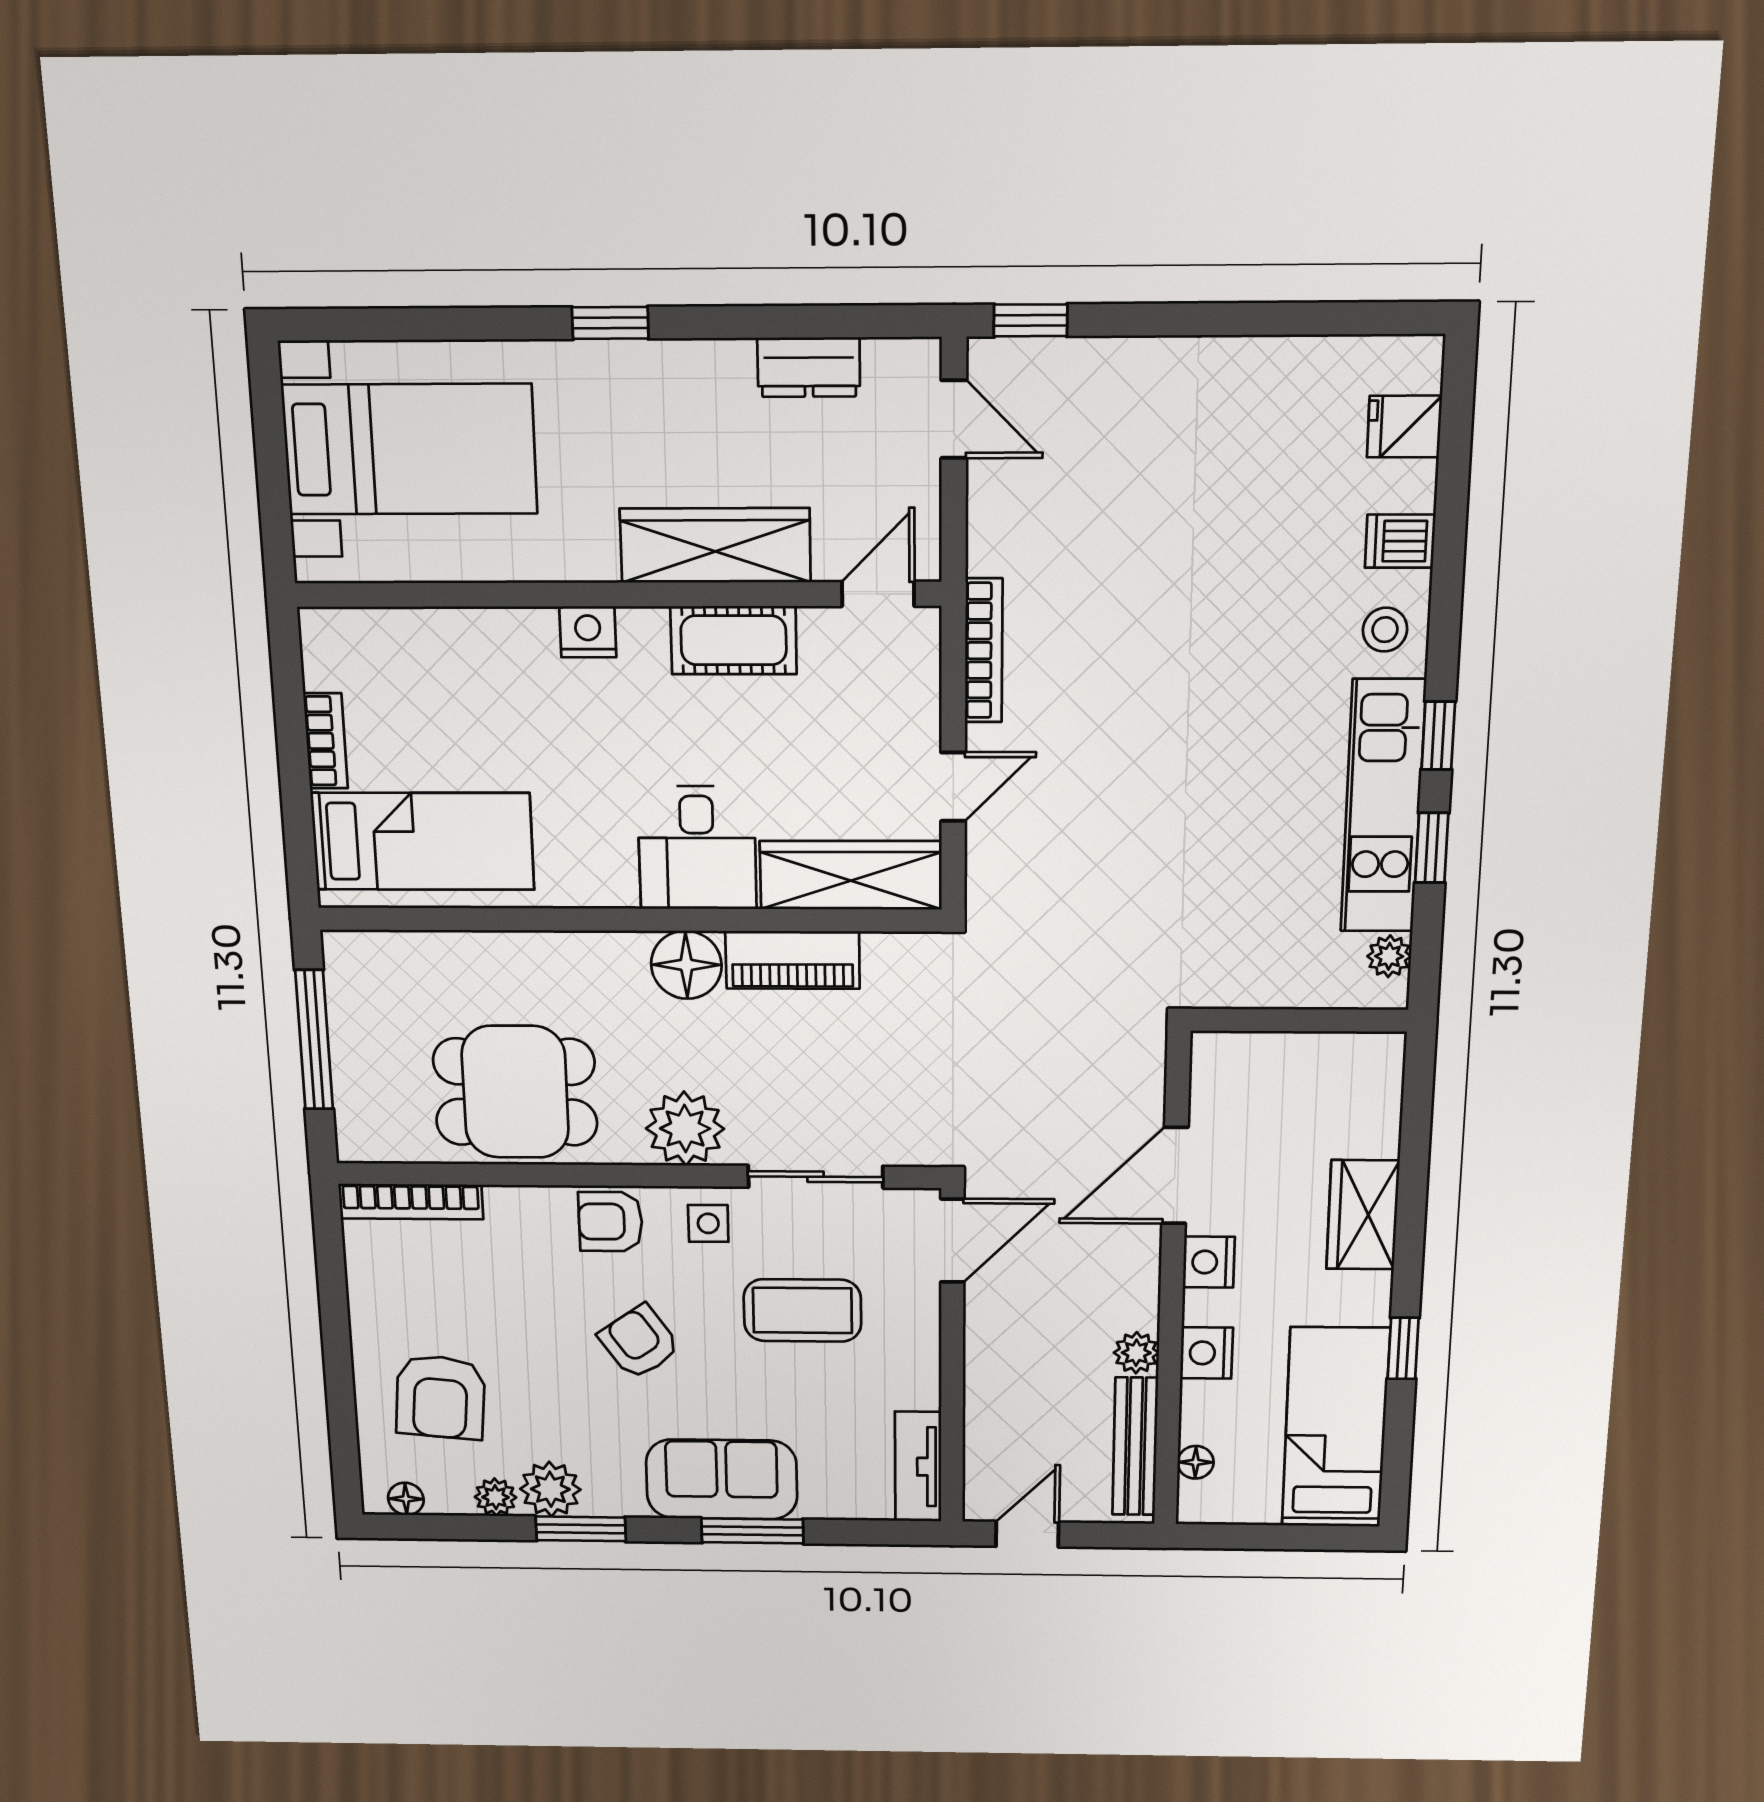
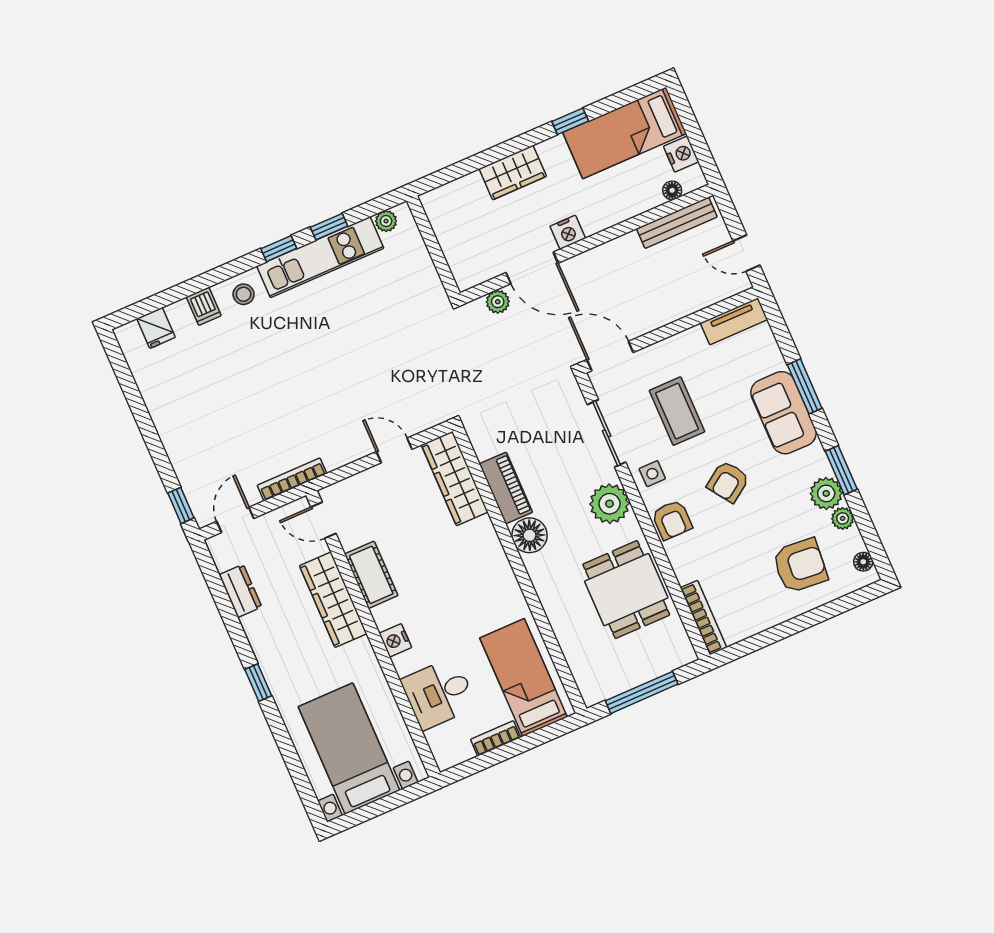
bookcase: (984, 651) -> (292, 479), moved
desk: (697, 848) -> (439, 693), moved, turned 180
plant: (1136, 1353) -> (498, 302), moved
nightstand: (1206, 1353) -> (681, 154), moved, turned -90

